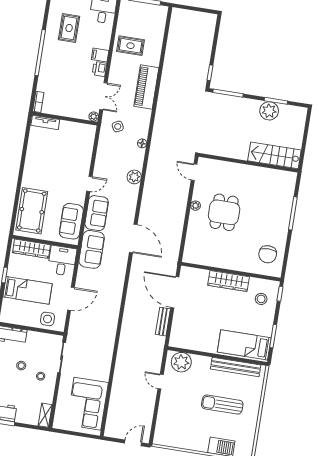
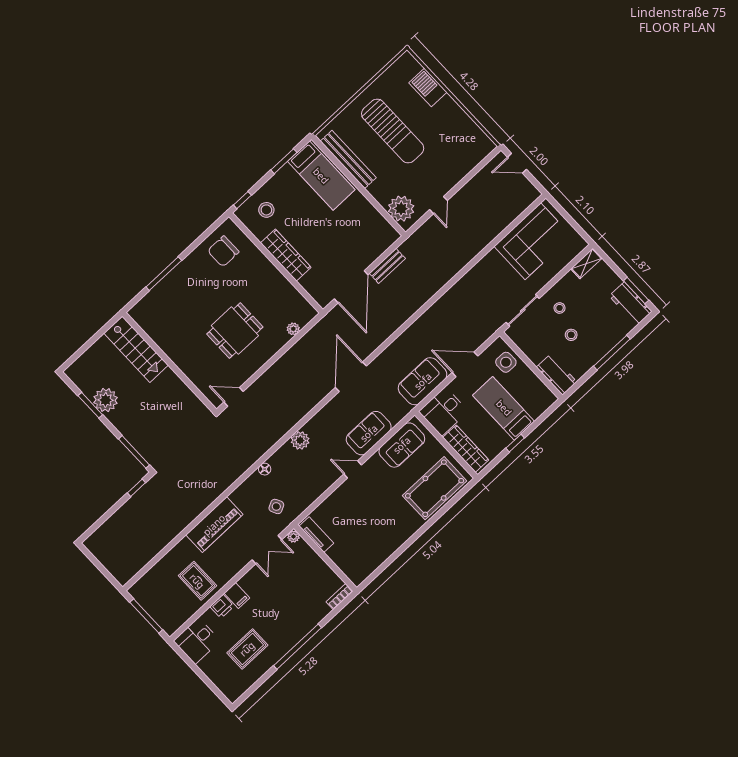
printer: (100, 69) -> (222, 606), moved
double door: (103, 96) -> (267, 550), swing flipped
tv unit: (45, 122) -> (316, 535), moved
door: (194, 172) -> (234, 397), swing flipped
plant: (195, 206) -> (293, 329), moved
sofa: (92, 249) -> (423, 381), moved
chair: (268, 254) -> (223, 251), turned 180
sun lounger: (222, 405) -> (393, 131), width x1.36, depth x1.34

